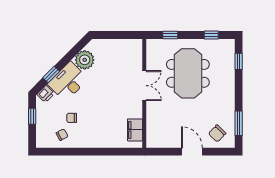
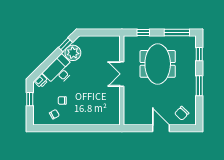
window: (211, 35) -> (177, 32), width x2.17
window: (51, 75) -> (65, 45), moved
double door: (144, 86) -> (122, 74), swing flipped
window: (239, 123) -> (199, 86), moved
filing cabinet: (135, 130) -> (114, 110), removed

